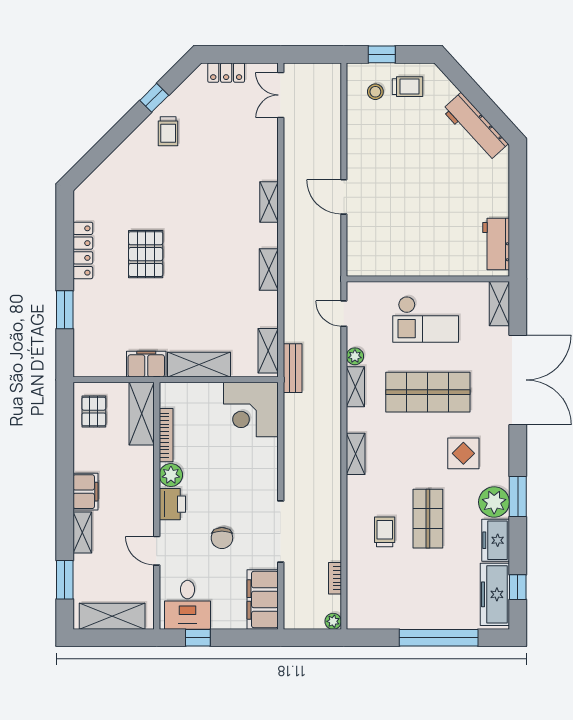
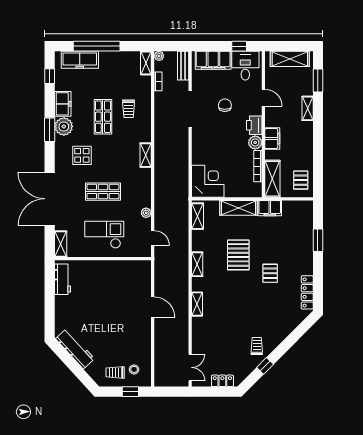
locker: (83, 250) -> (307, 292), moved
pallet: (146, 254) -> (270, 273), width x0.67, depth x0.71
pallet: (199, 285) -> (238, 255), added
bench: (293, 368) -> (183, 66), moved
shelving: (355, 387) -> (146, 63), moved
shop shelf: (428, 392) -> (103, 192), width x0.70, depth x0.74
filing cabinet: (85, 492) -> (272, 138), moved, turned 180
freezer: (495, 594) -> (80, 60), moved, turned 90
filing cabinet: (263, 599) -> (213, 60), moved, turned 90

